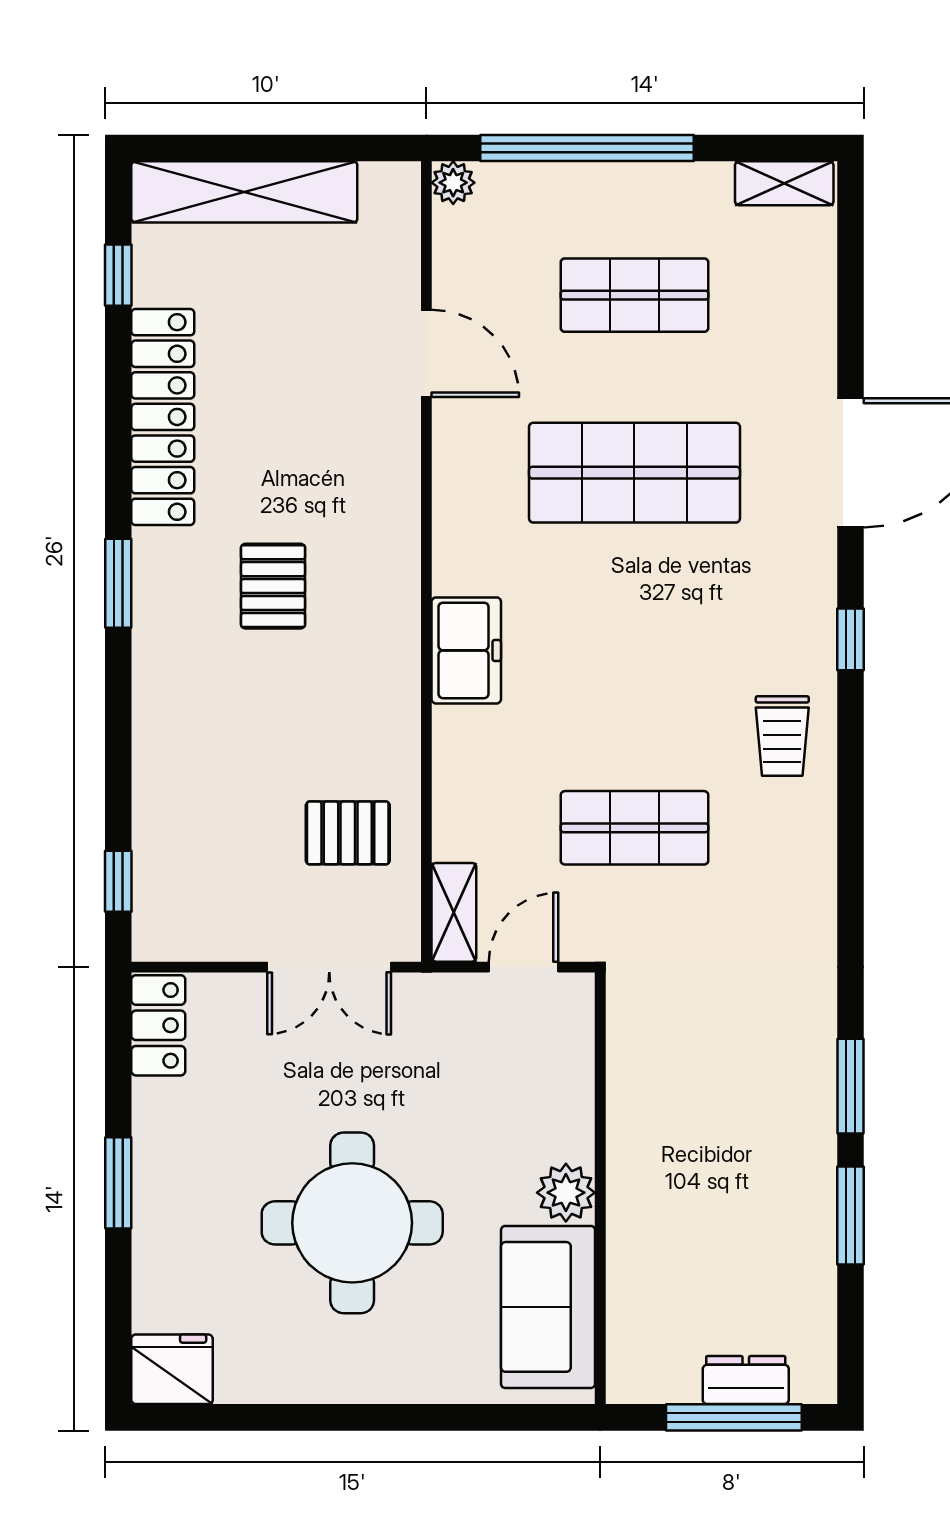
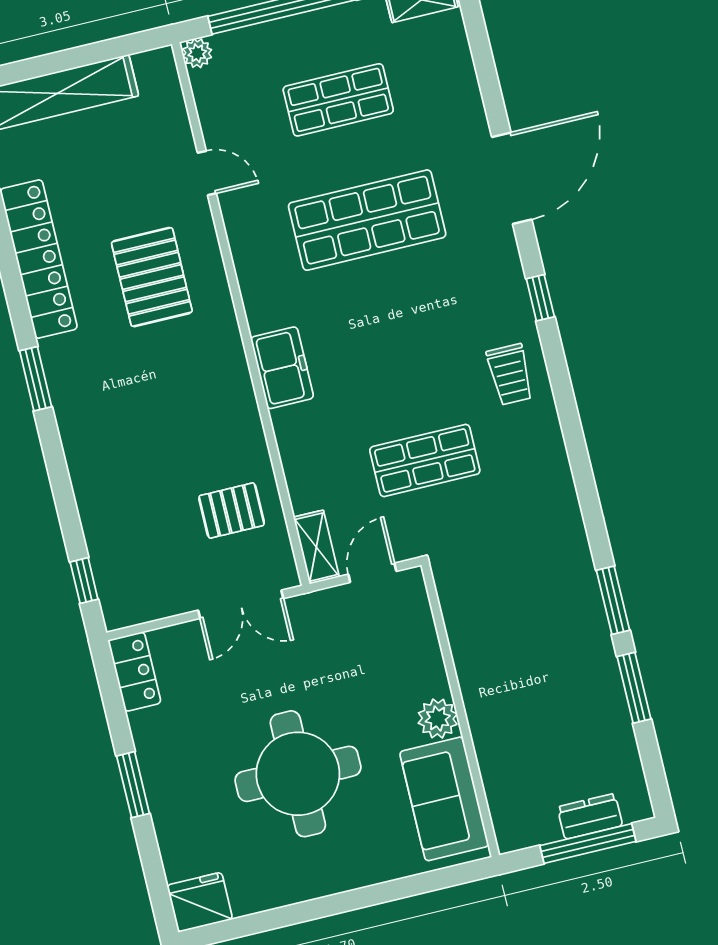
door: (426, 353) -> (207, 173), width x0.73
pallet: (273, 586) -> (152, 277), moved, width x1.50, depth x1.42

